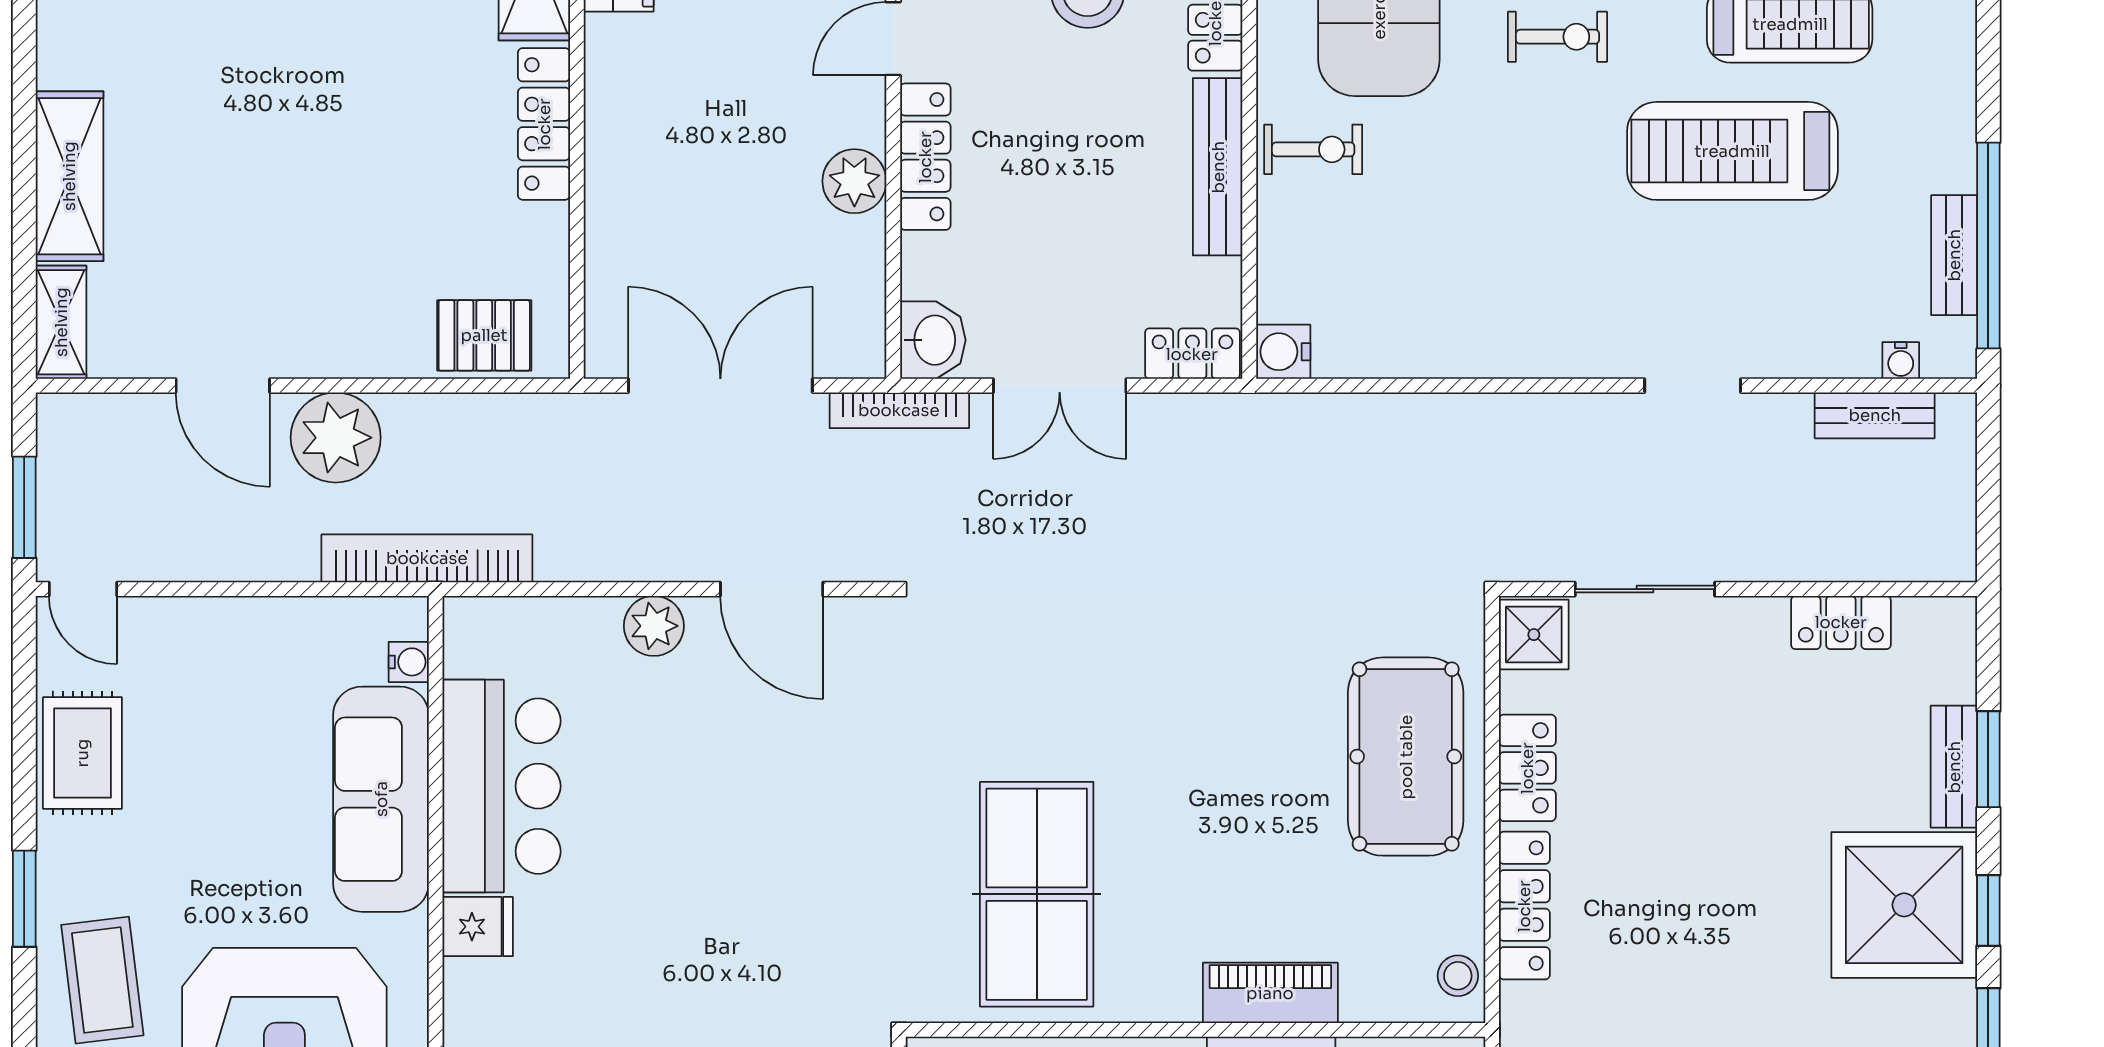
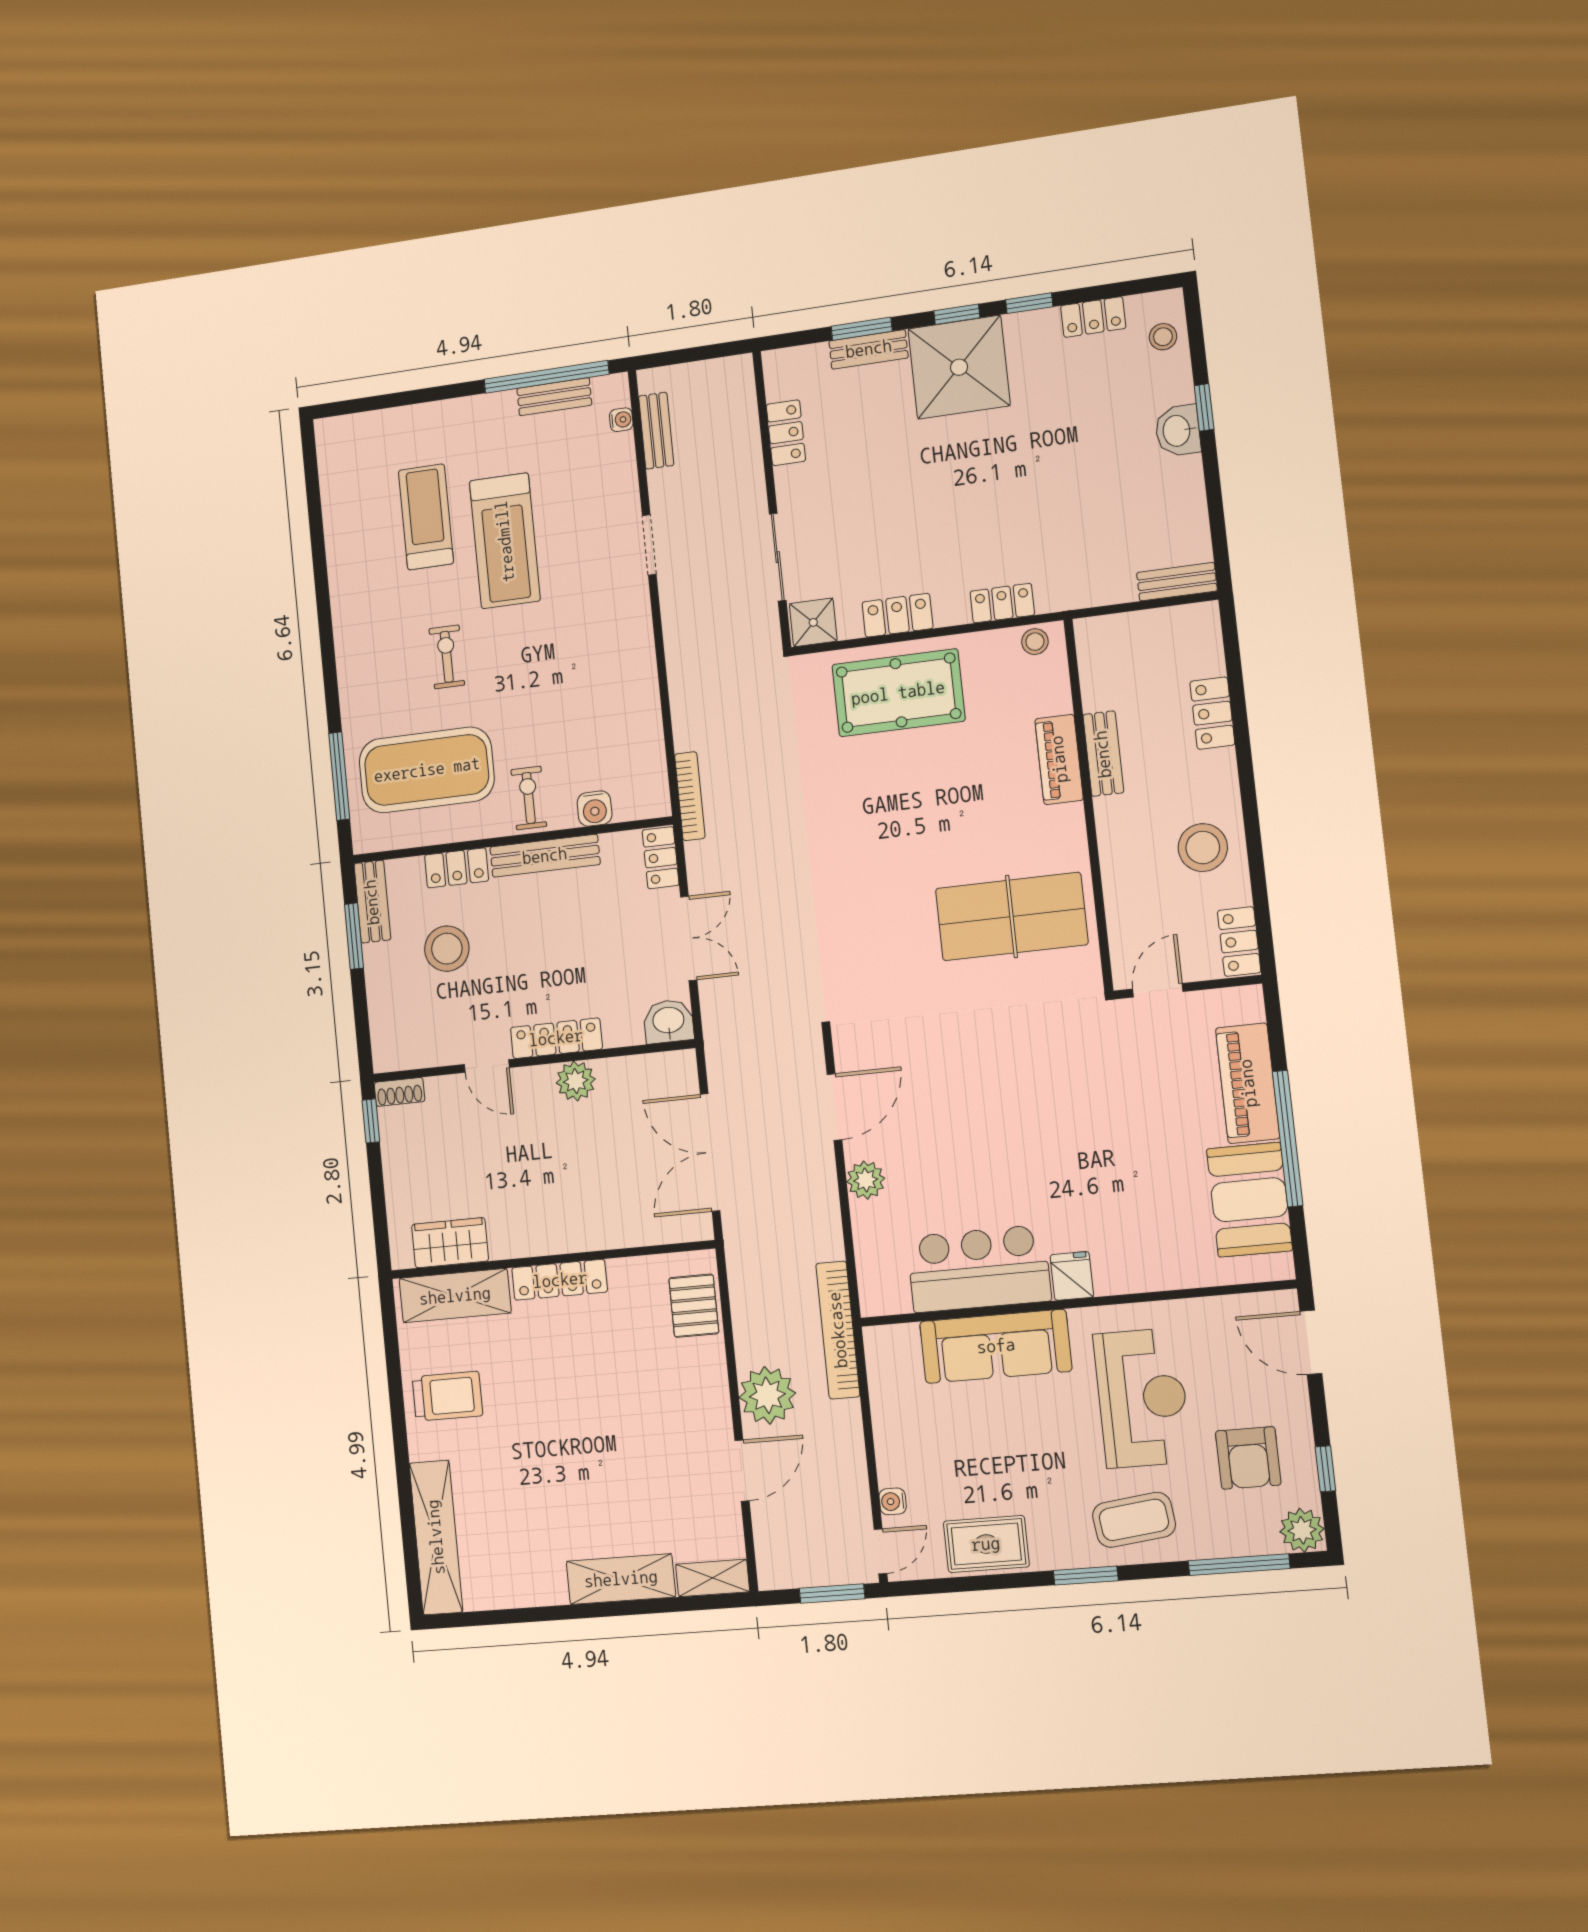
water cooler: (1283, 352) -> (595, 809), moved
bookcase: (899, 410) -> (690, 796), moved
water cooler: (409, 662) -> (893, 1501), moved, turned -90
locker: (1524, 906) -> (1002, 603), width x0.66

